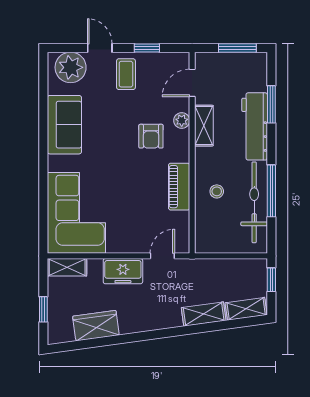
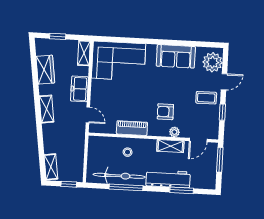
window: (237, 48) -> (220, 160), moved
door: (192, 83) -> (198, 140), swing flipped
shelving: (204, 314) -> (47, 109), moved

